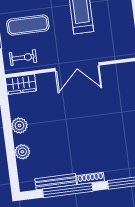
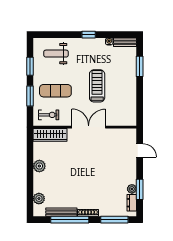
double door: (77, 67) -> (89, 127), swing flipped
wardrobe: (21, 84) -> (50, 135), width x1.50
plant: (22, 152) -> (39, 199), moved

